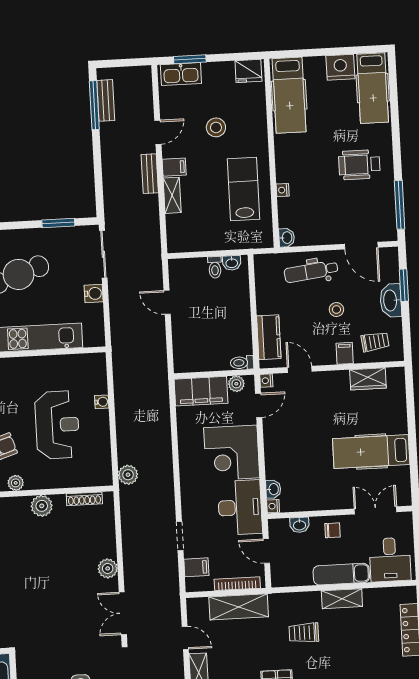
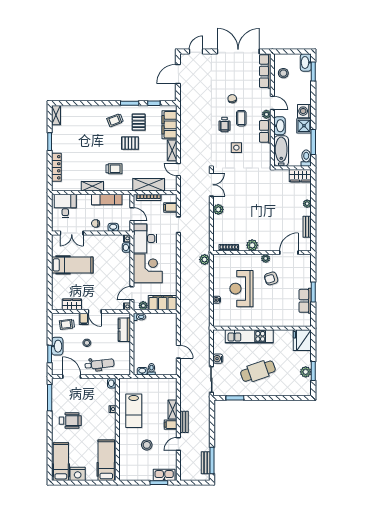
fridge: (248, 71) -> (128, 475), removed
door: (300, 369) -> (95, 312), moved
exam couch: (341, 574) -> (107, 199), moved

